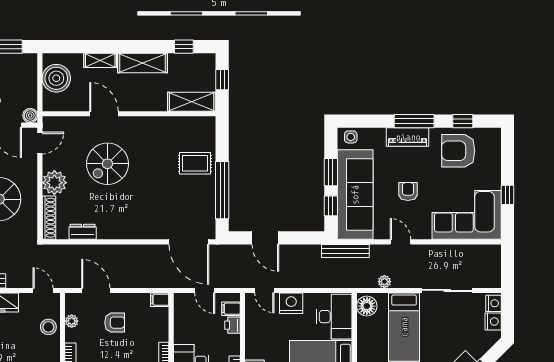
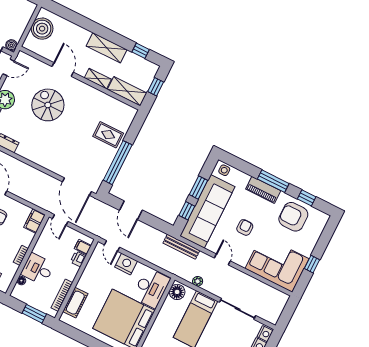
shelving: (100, 60) -> (98, 79), moved
spiral stairs: (107, 164) -> (48, 105), turned 90
door: (205, 290) -> (60, 220), moved
filing cabinet: (160, 300) -> (35, 221), width x2.00

